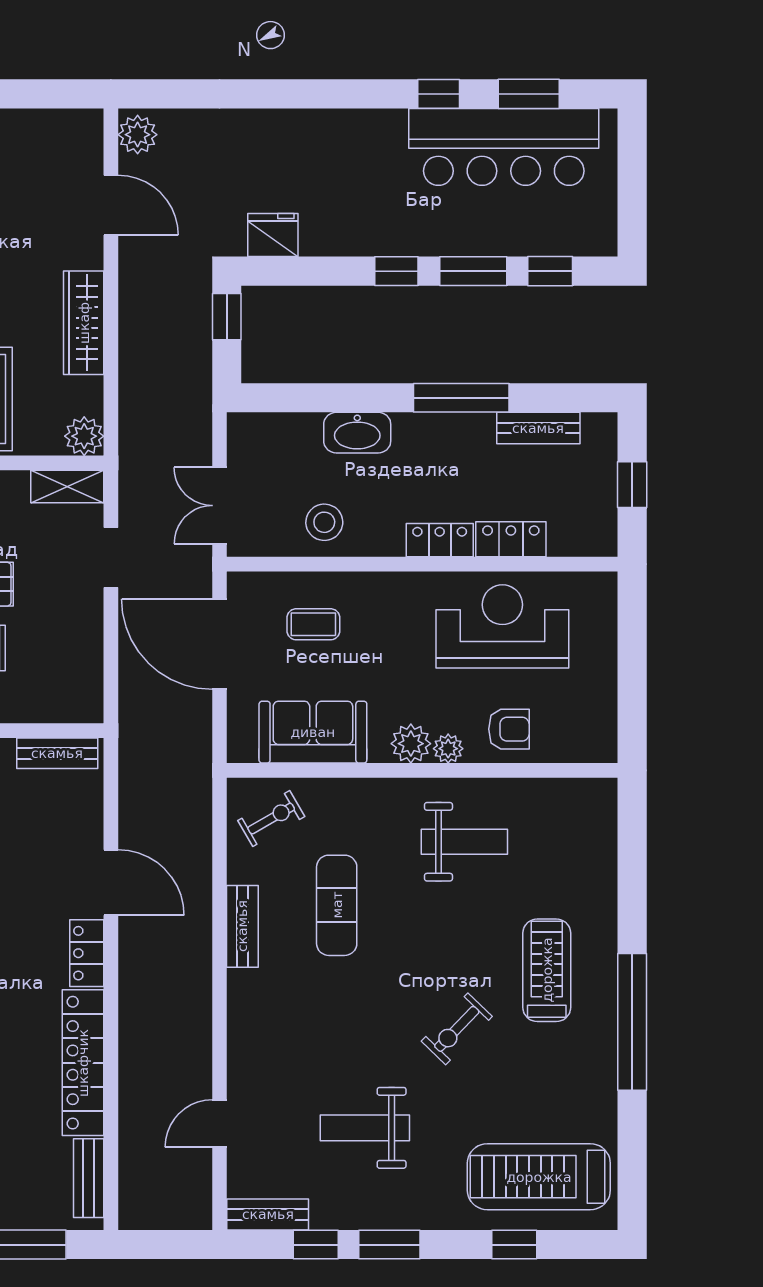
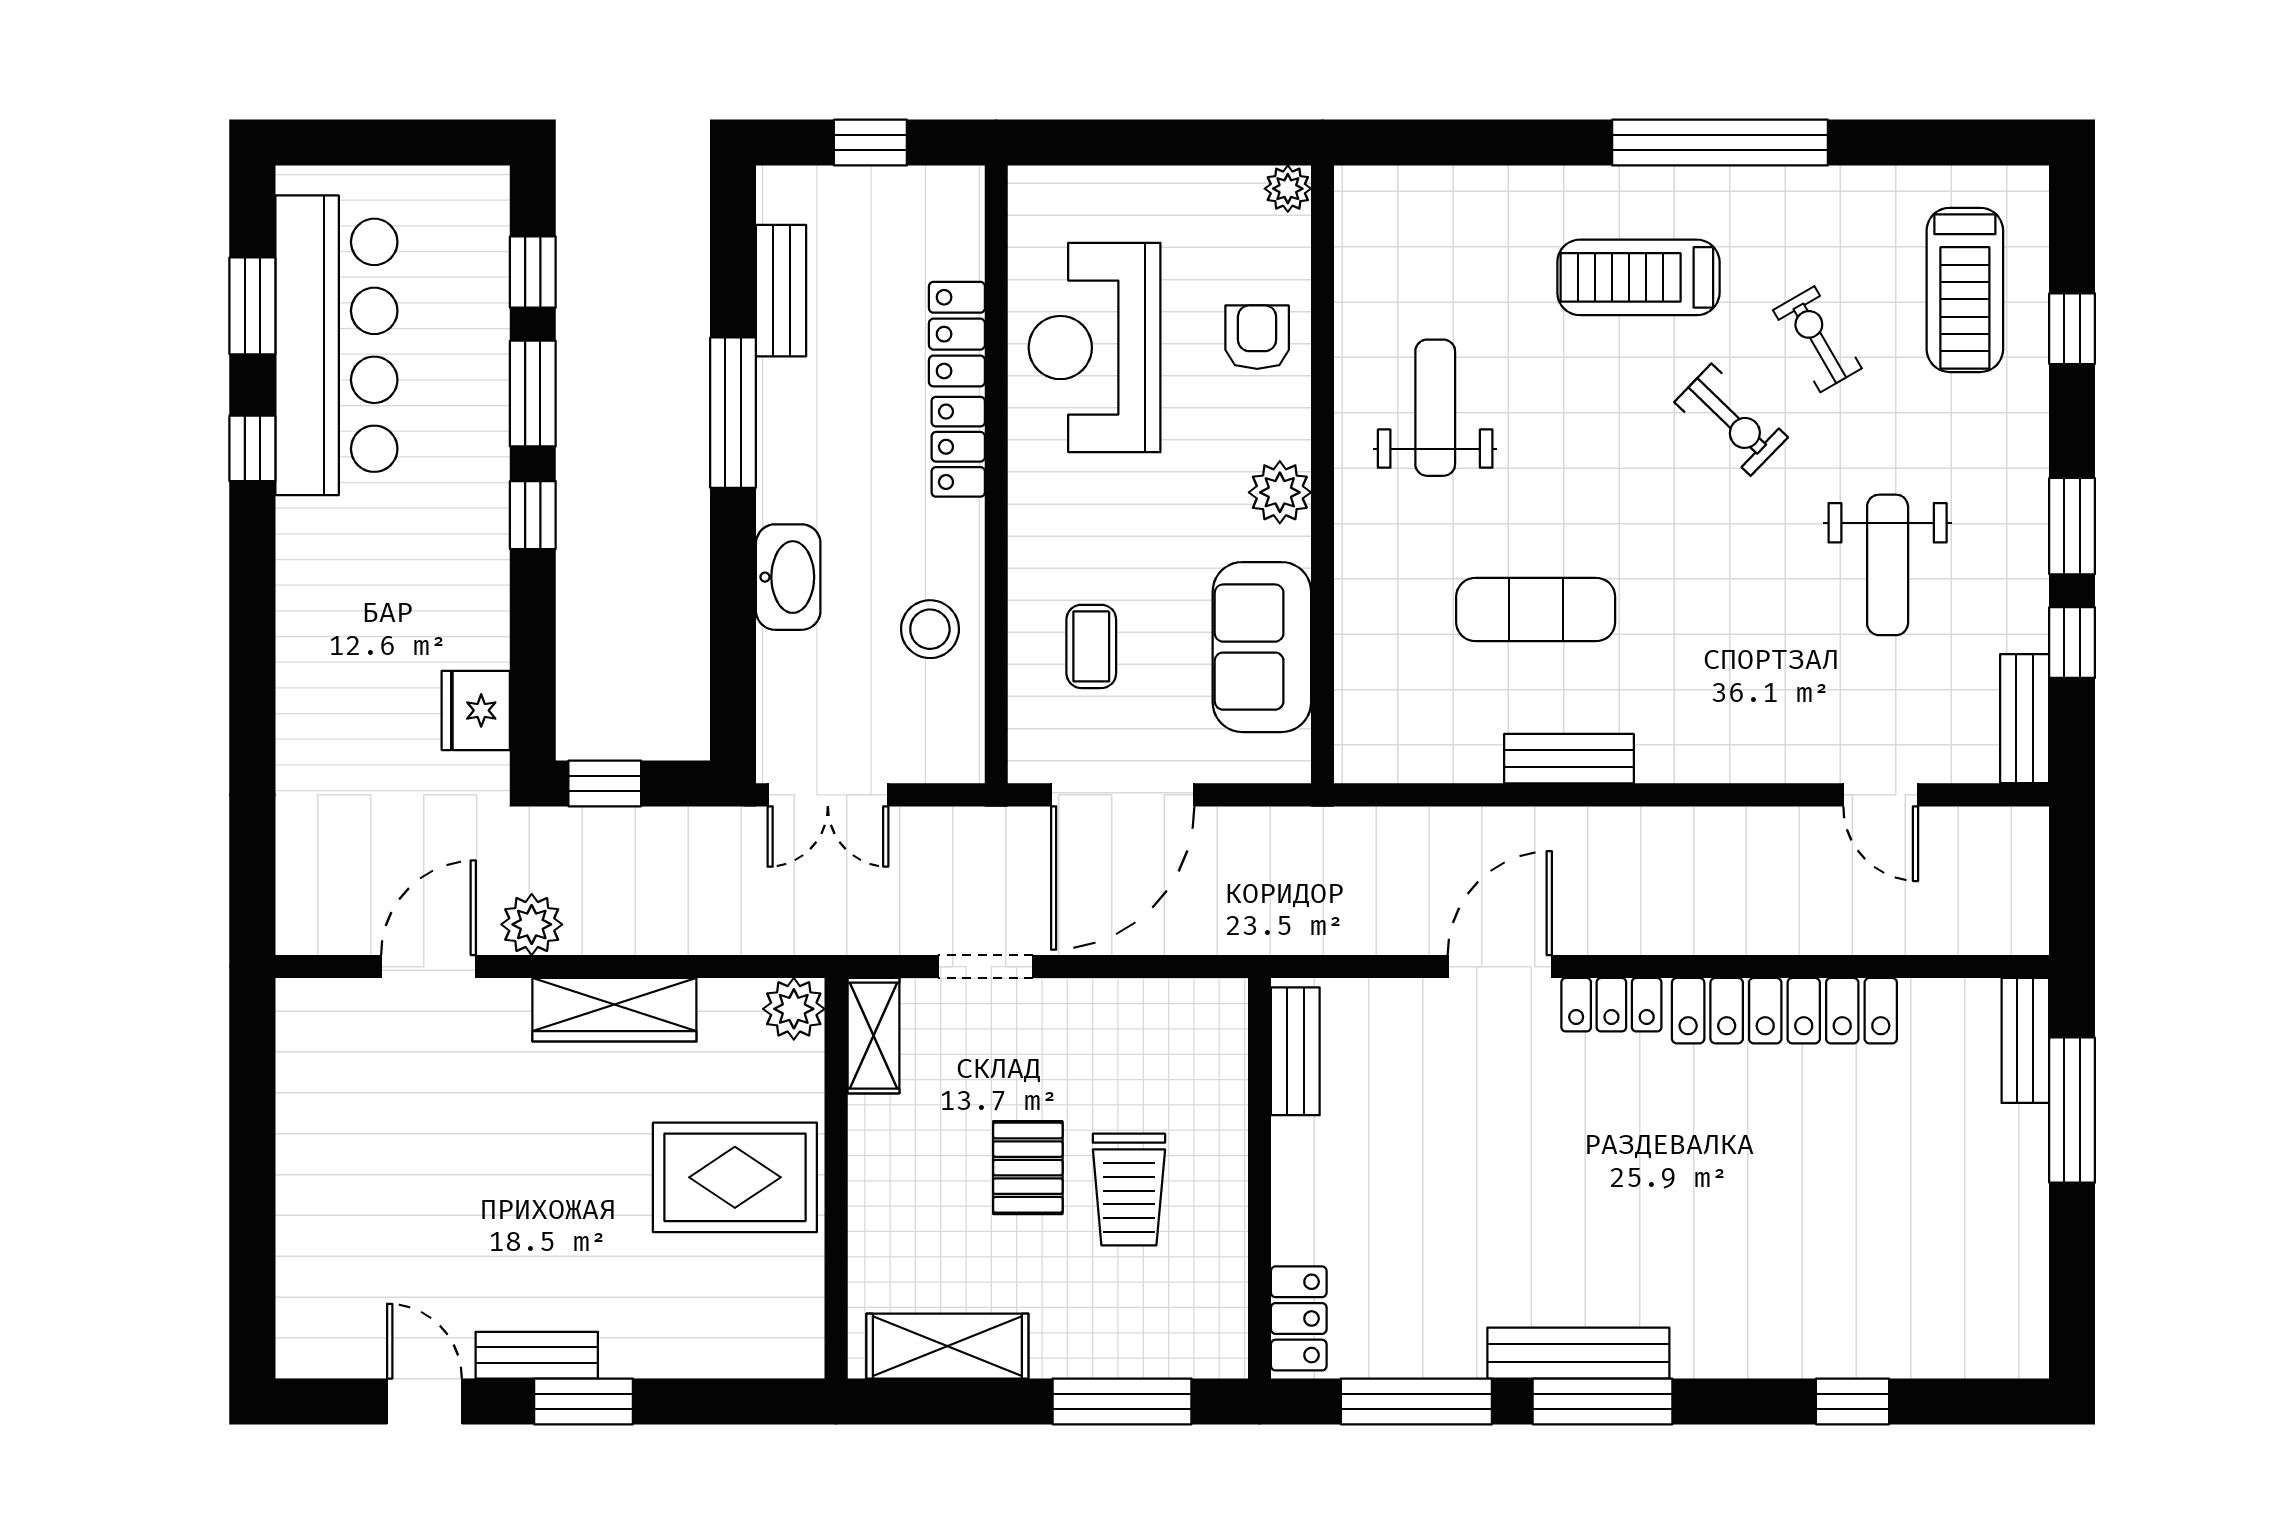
plant: (138, 135) -> (532, 924), moved
double door: (219, 506) -> (828, 795), moved
plant: (448, 749) -> (1288, 189), moved
exercise bike: (271, 819) -> (1817, 339), moved
treadmill: (539, 1177) -> (1965, 290), width x0.73, depth x0.73
bench: (89, 1178) -> (2025, 1040), moved, turned 90

